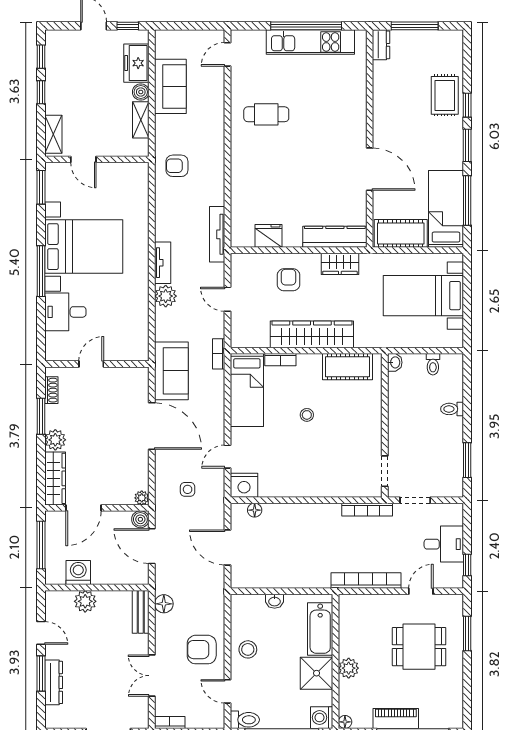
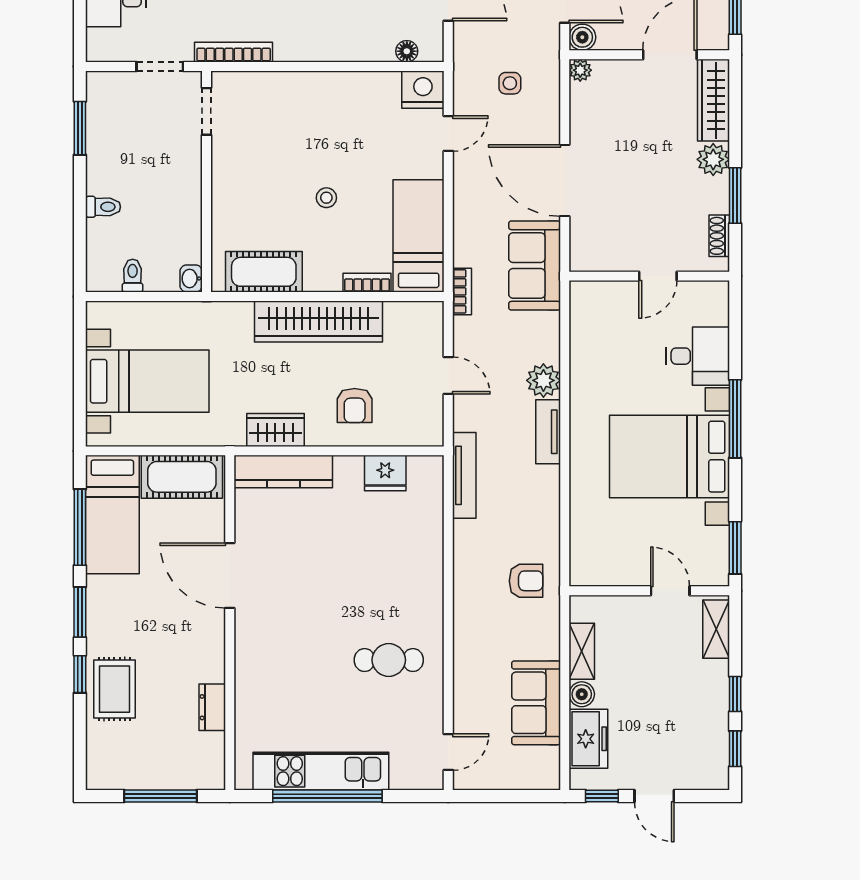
dresser: (381, 45) -> (212, 707), moved

